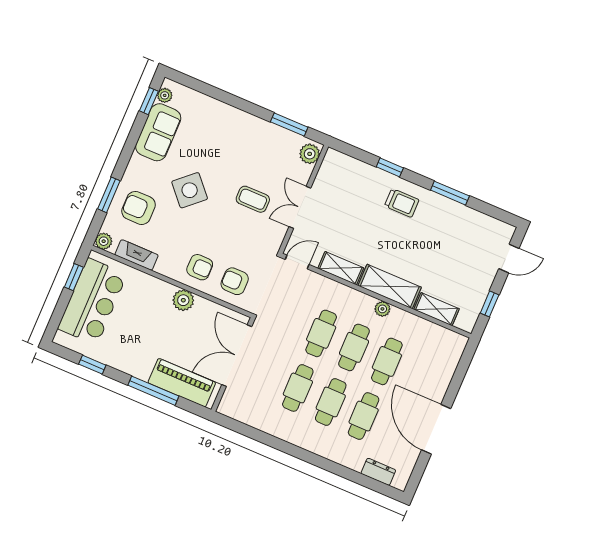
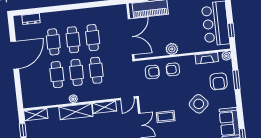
armchair: (139, 208) -> (219, 81), turned 90
shelving: (437, 309) -> (36, 115), moved
door: (436, 429) -> (15, 55), hinge flipped

